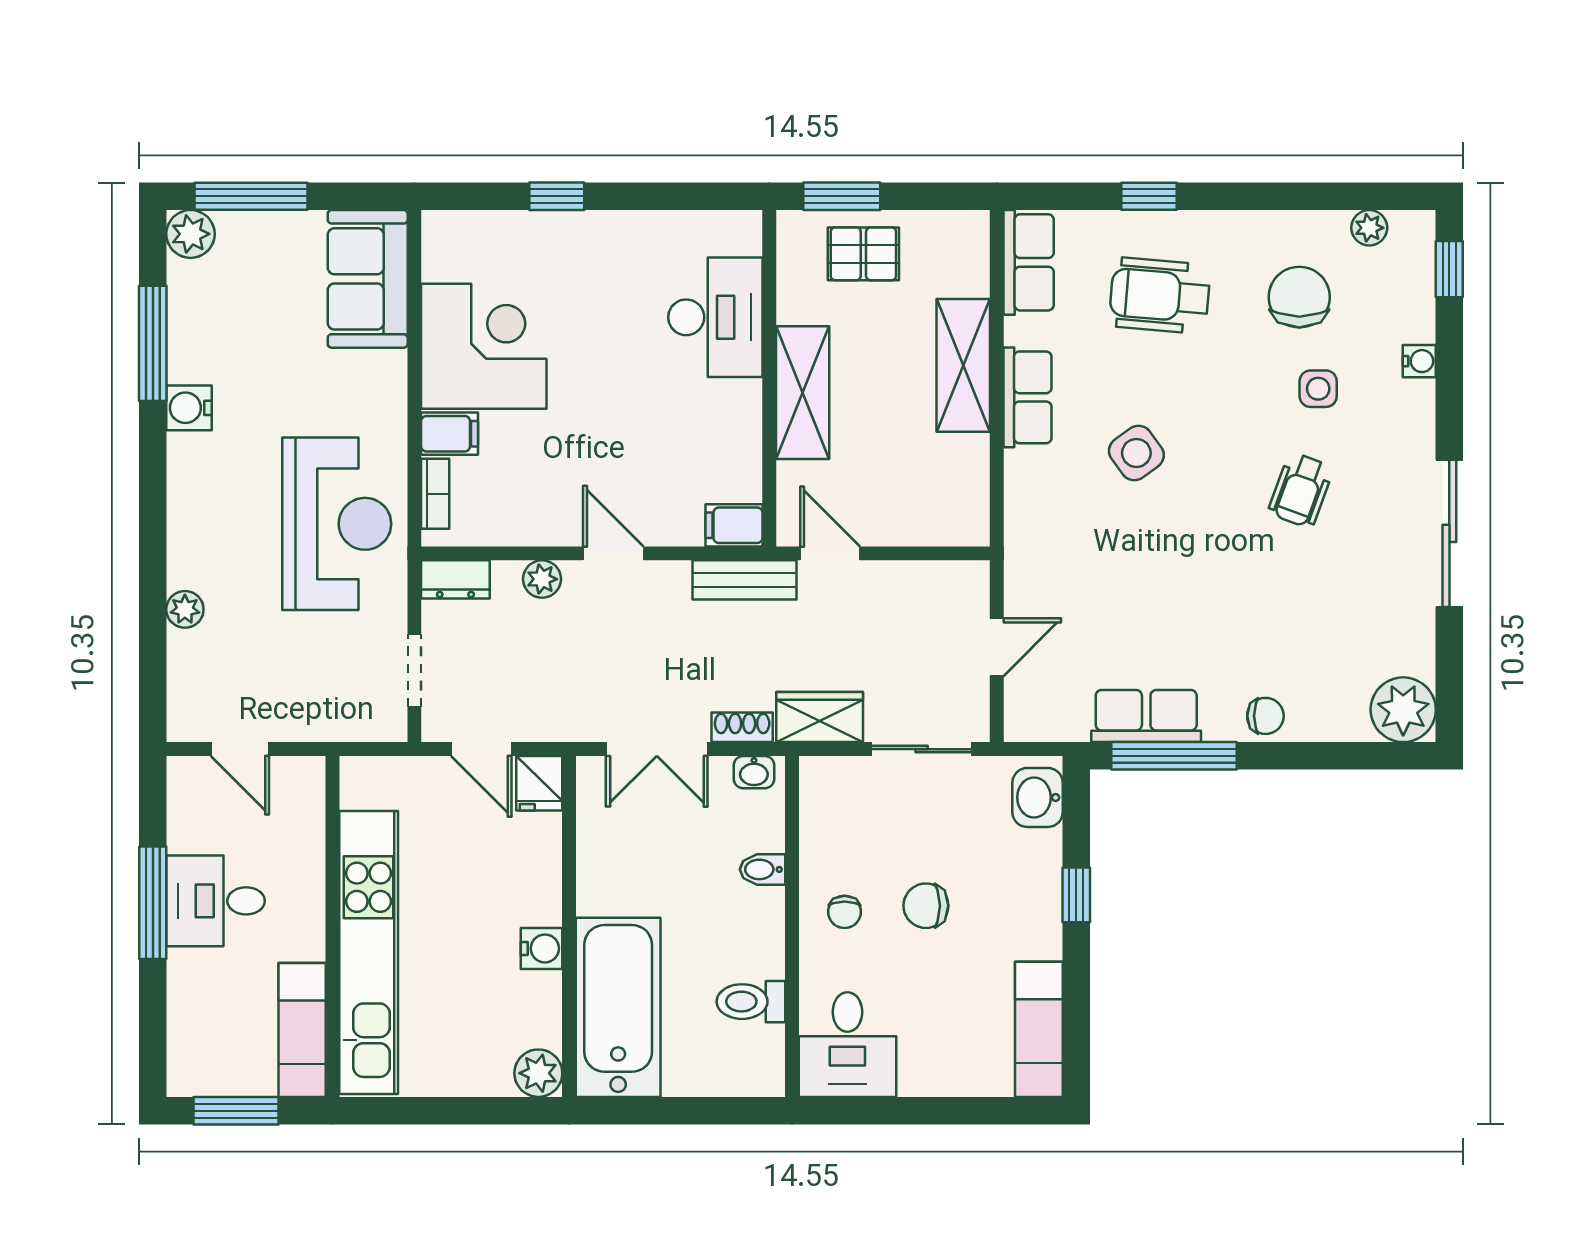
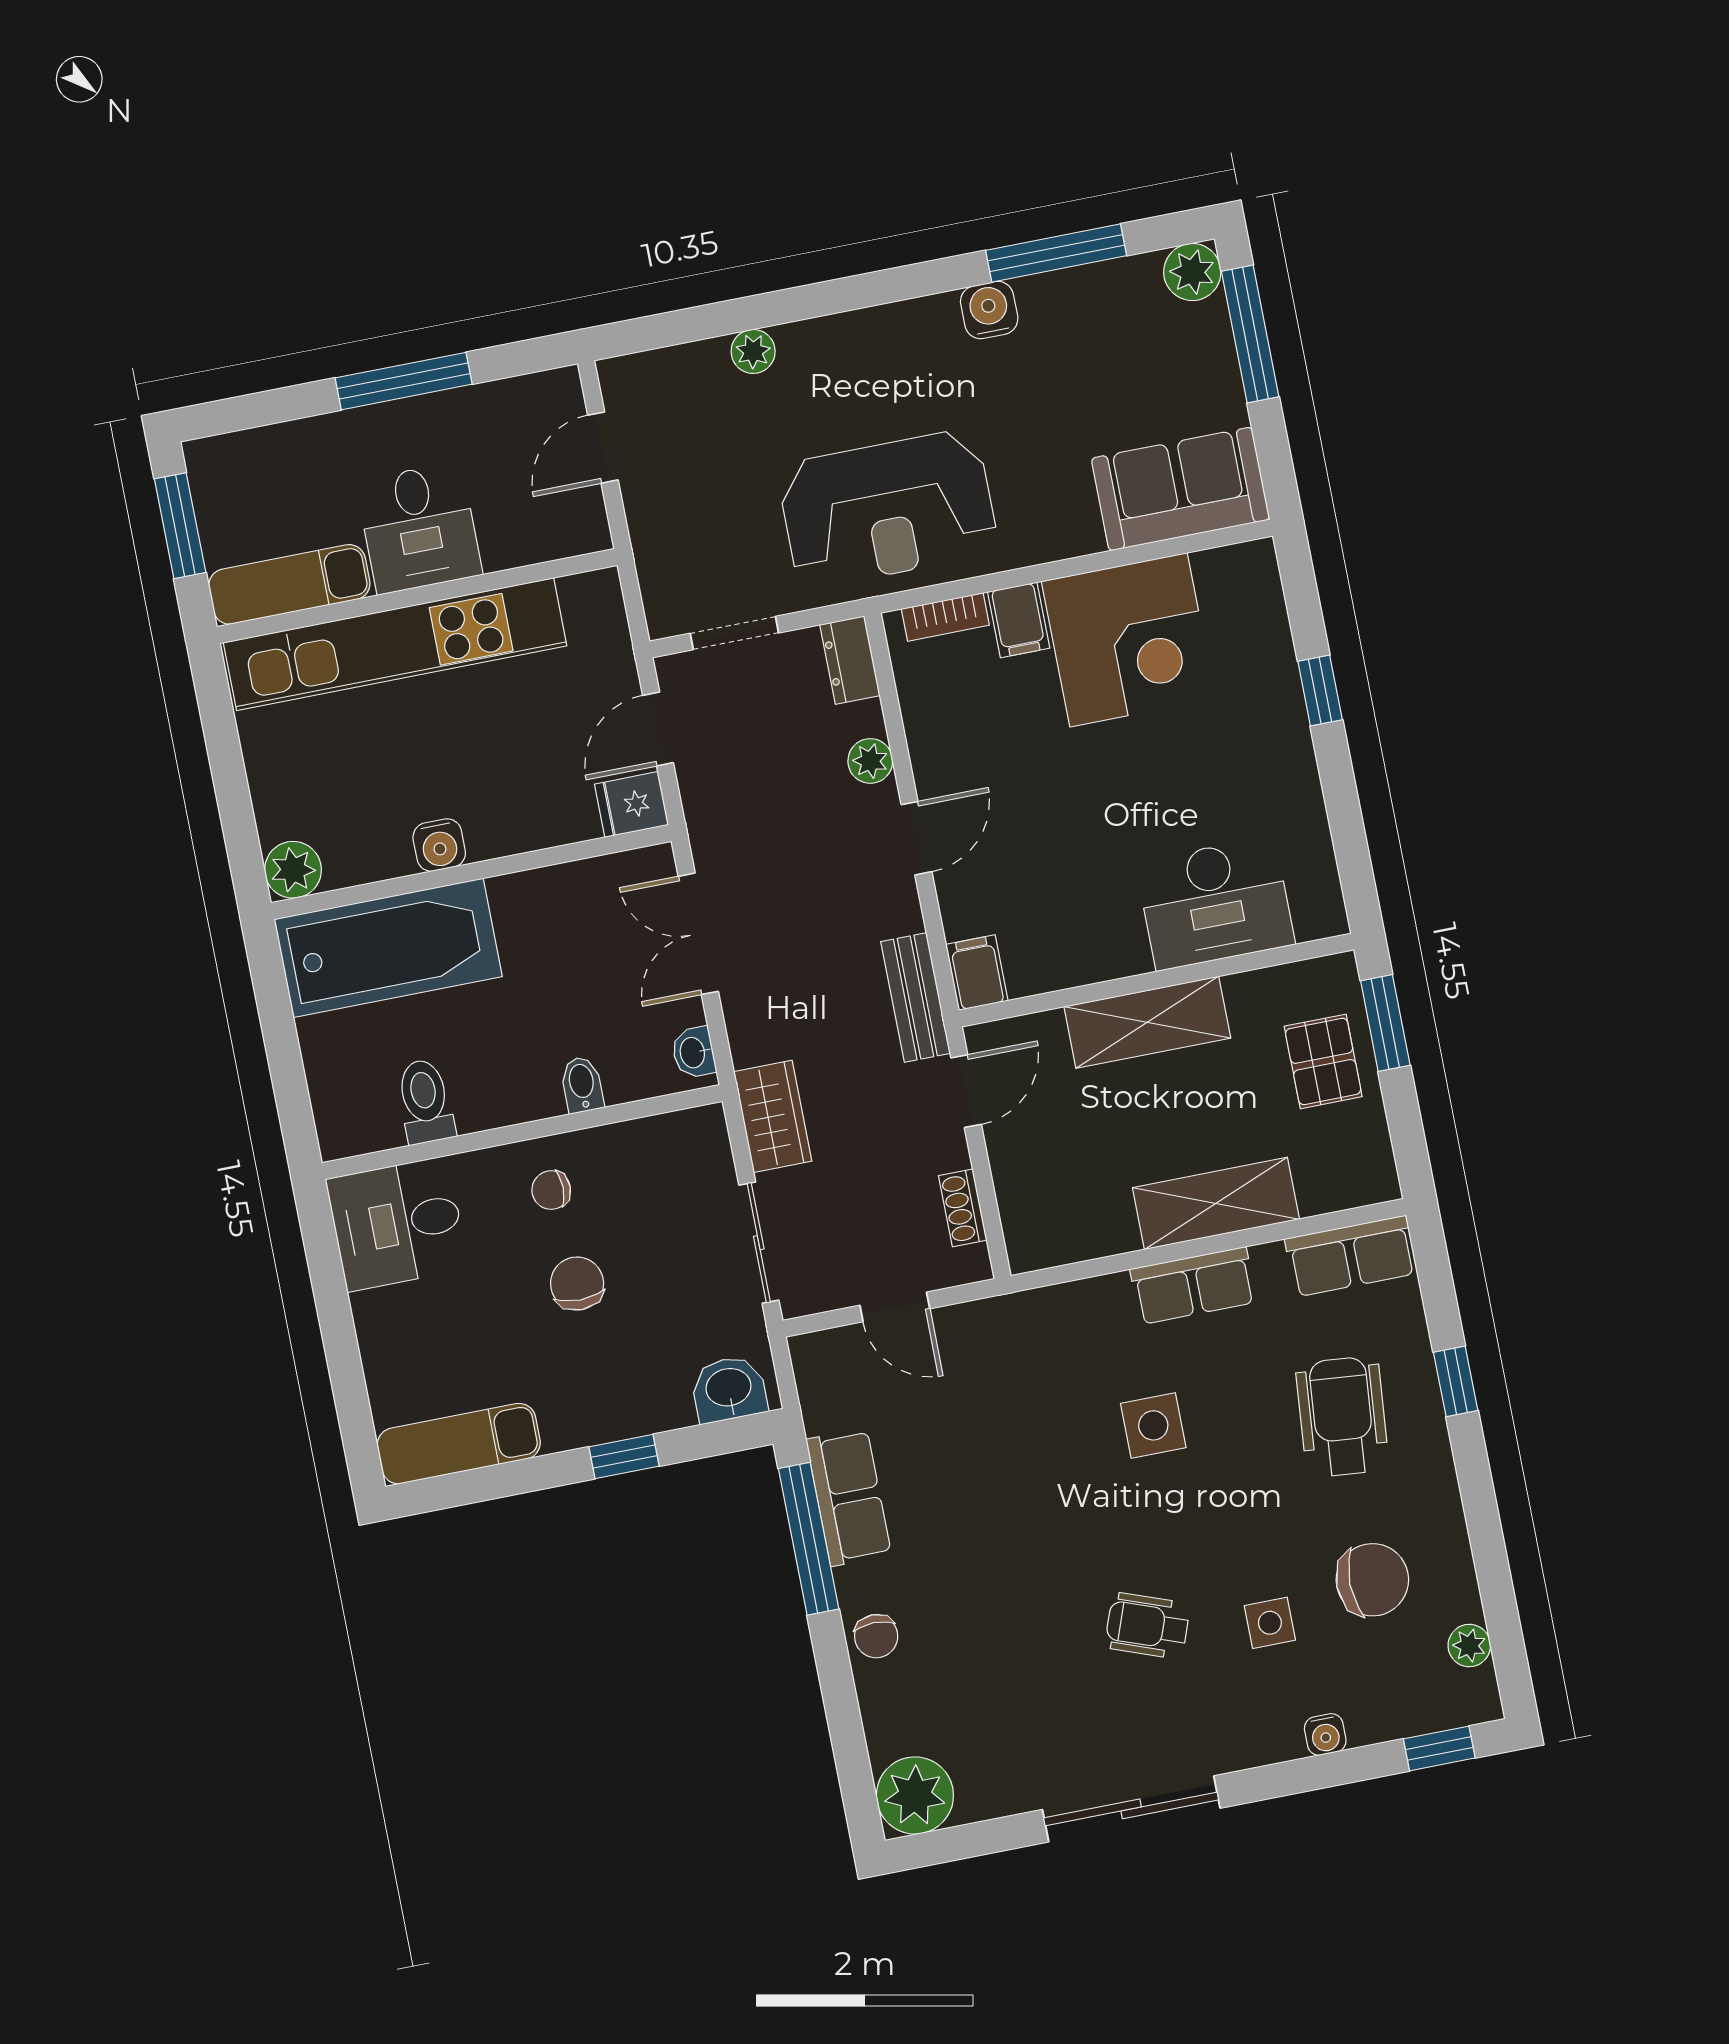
side table: (1136, 453) -> (1153, 1425), turned 36
shoe rack: (742, 727) -> (963, 1208), moved, turned 180
desk: (216, 901) -> (419, 528), moved, turned 180

